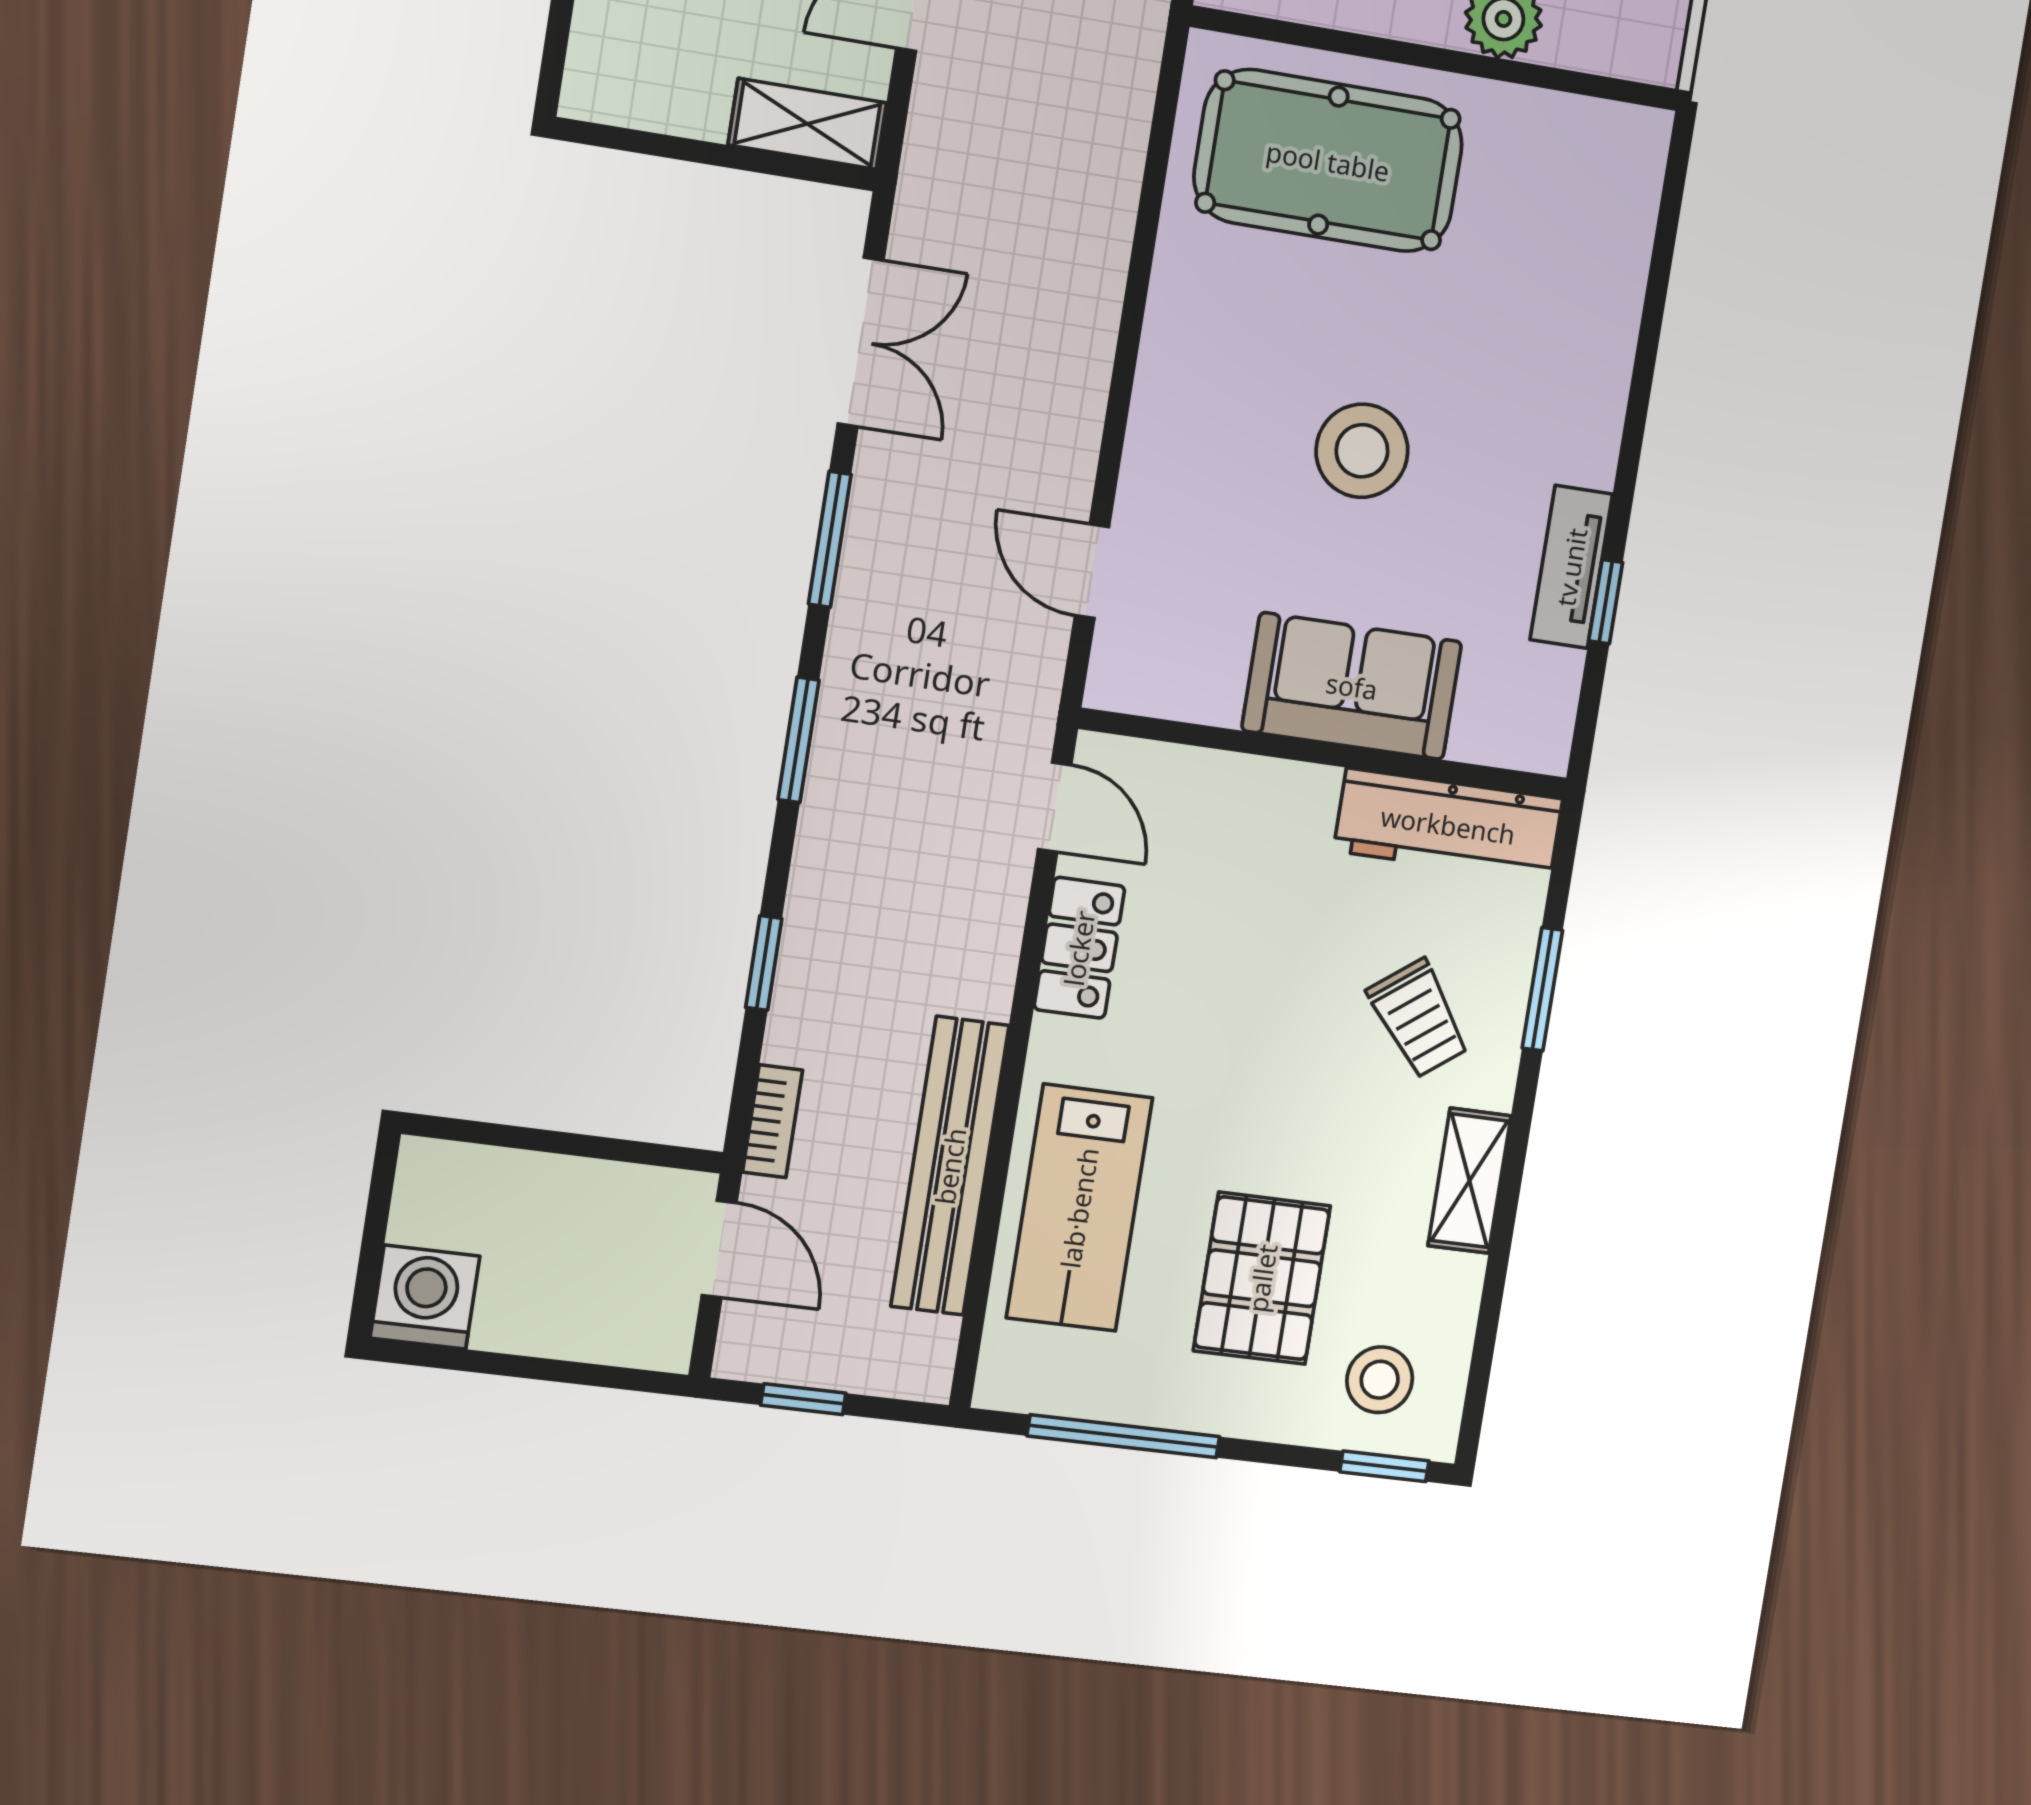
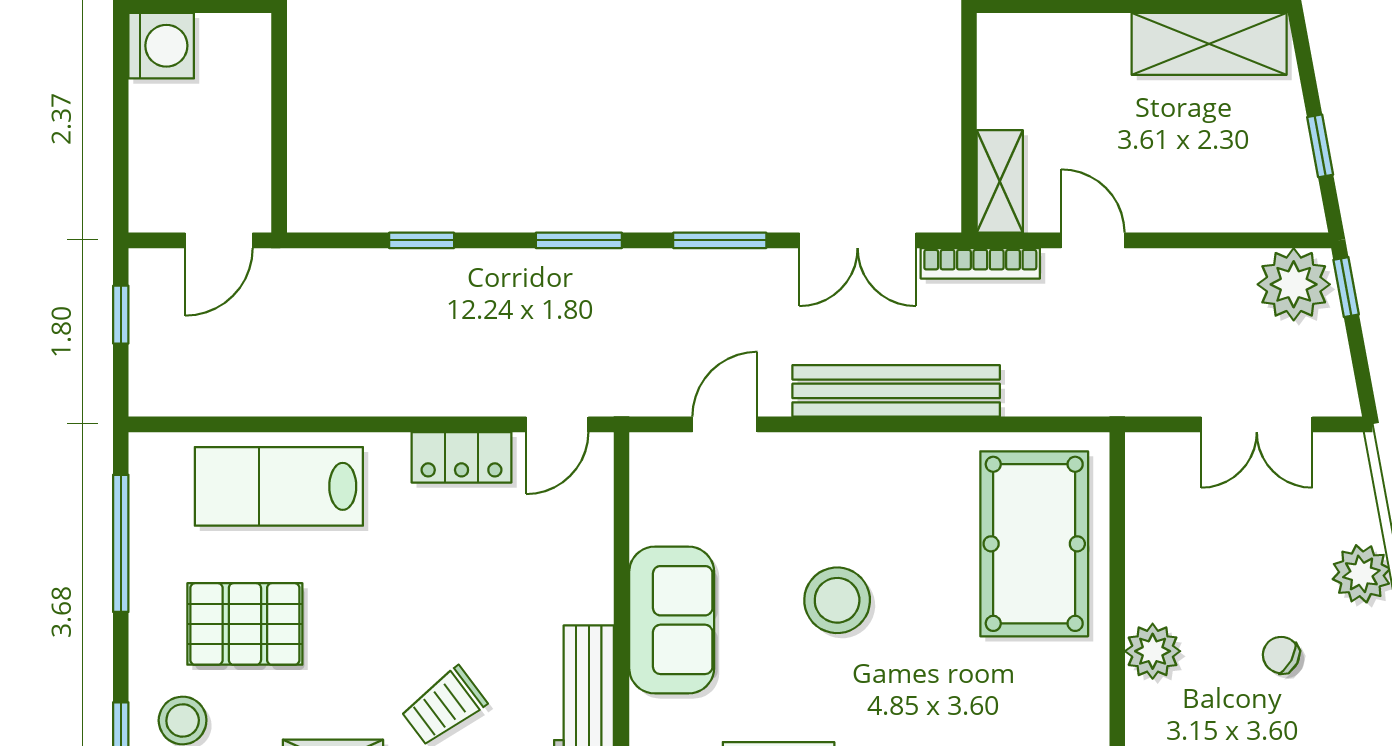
bookcase: (772, 1121) -> (980, 263), moved, width x1.56
bench: (950, 1166) -> (896, 391), moved

